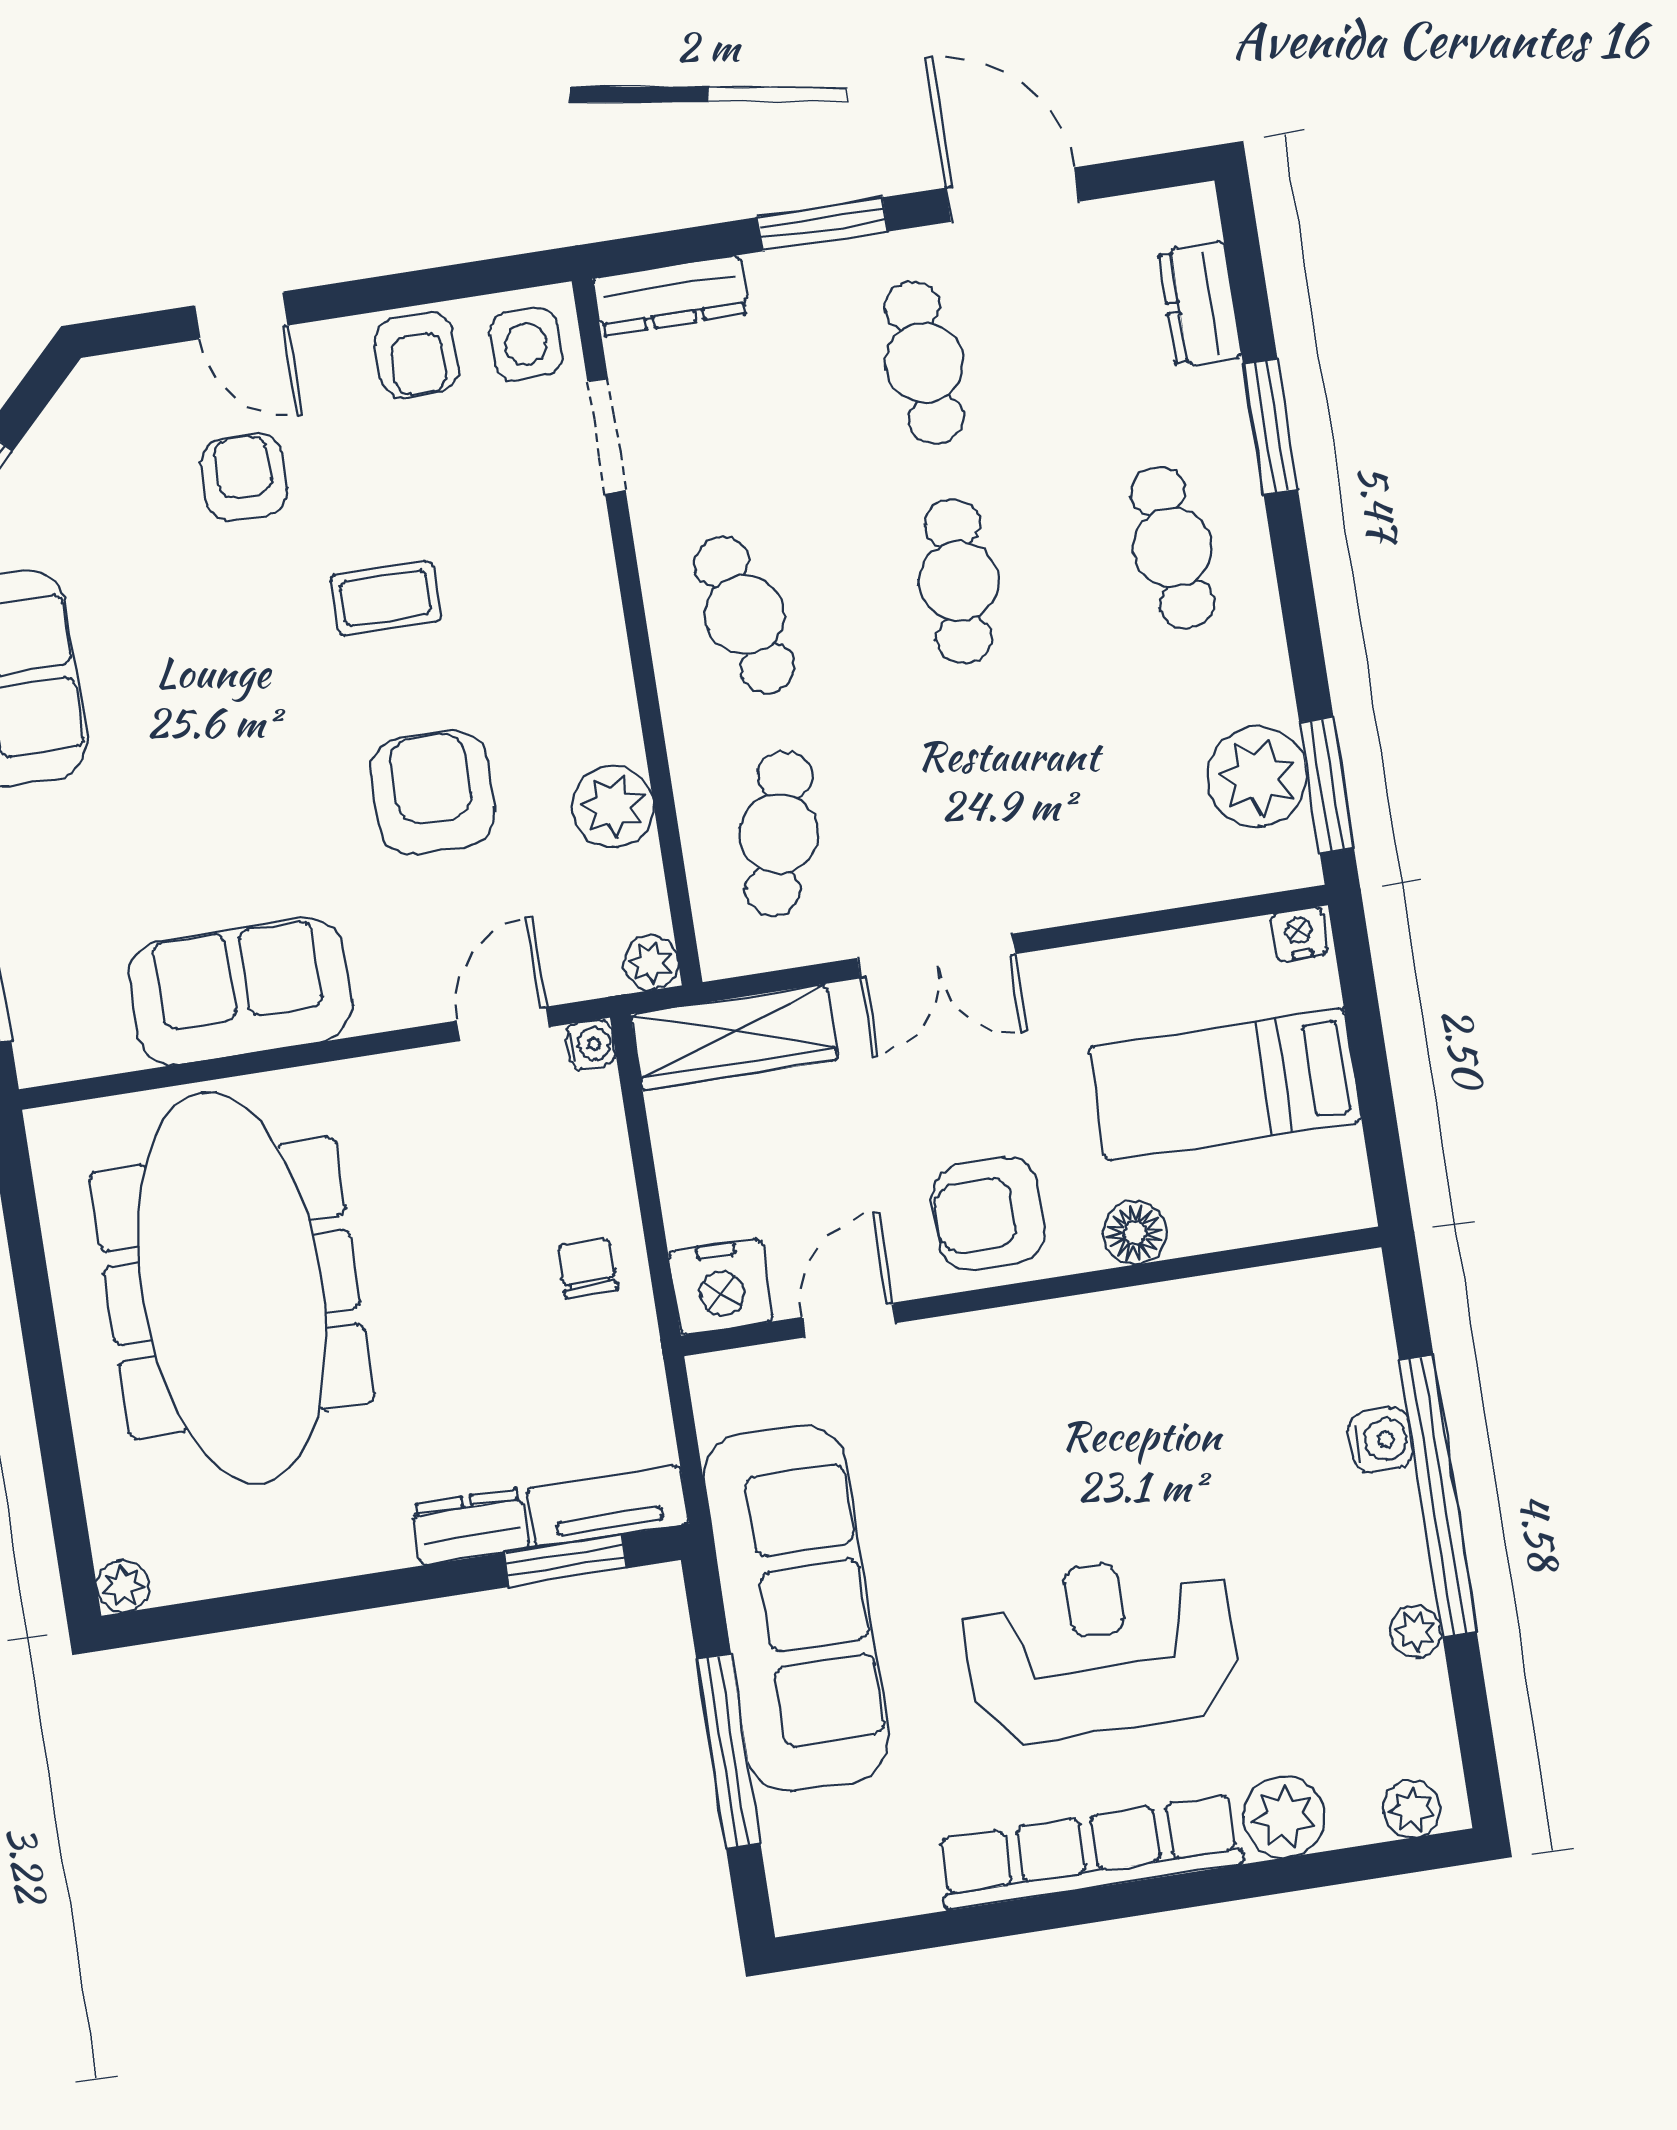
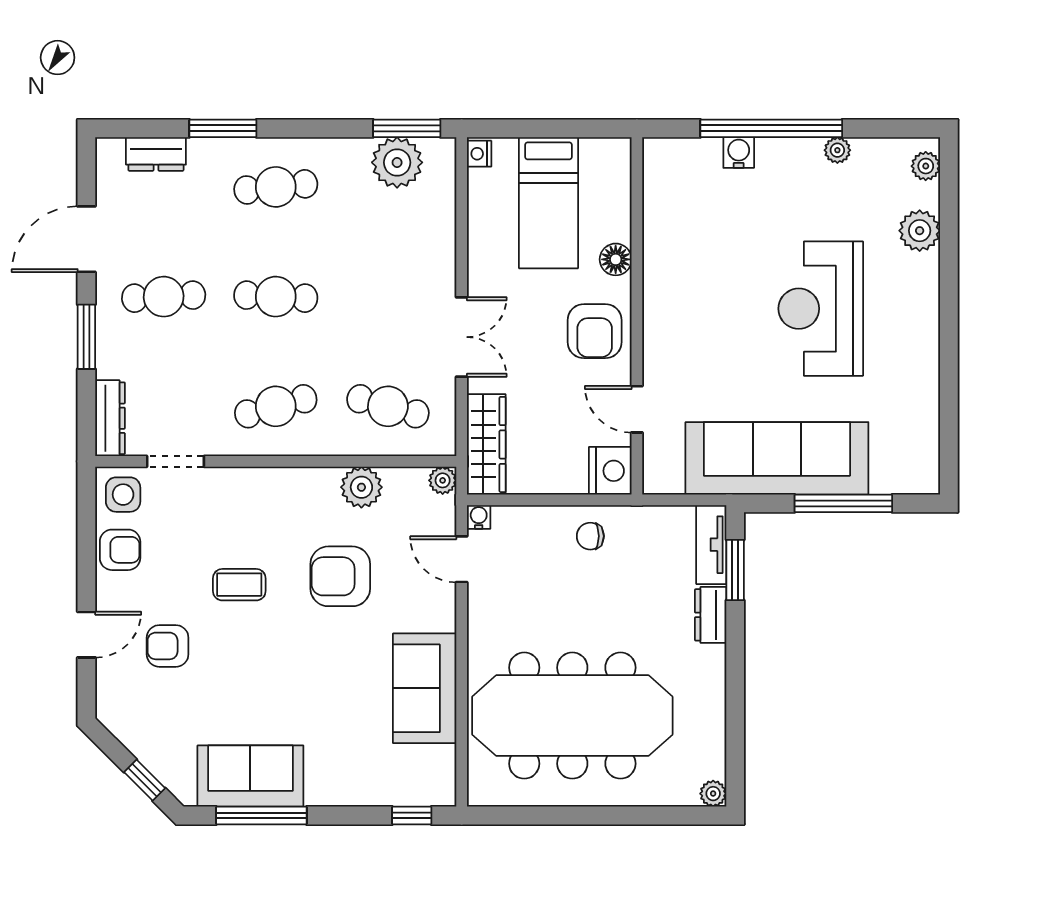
coffee table: (386, 598) -> (239, 585), turned 90
row of seats: (1089, 1852) -> (922, 331), removed

